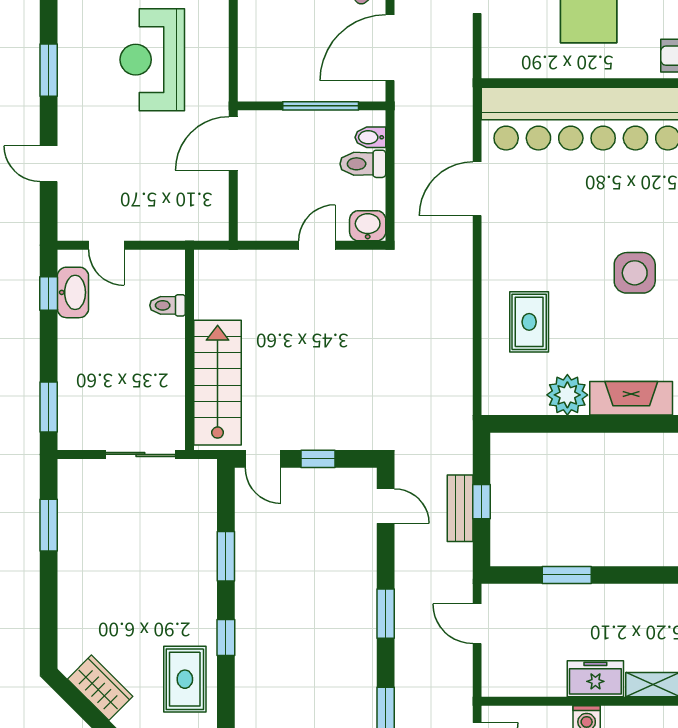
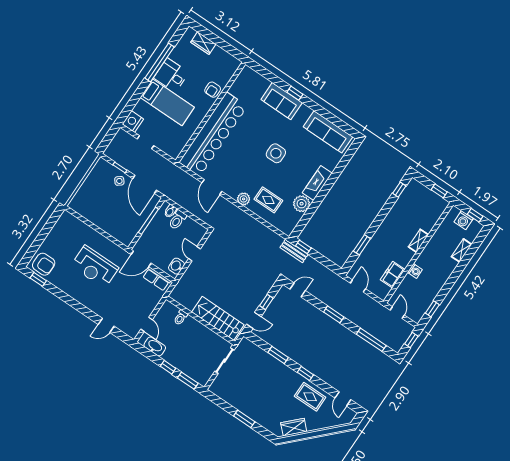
window: (49, 70) -> (75, 304), removed
door: (233, 143) -> (141, 259), hinge flipped
row of seats: (213, 203) -> (157, 279), added
washbasin: (368, 226) -> (176, 266), moved
door: (106, 245) -> (147, 324), hinge flipped
plant: (497, 270) -> (244, 199), added
window: (49, 293) -> (168, 367), moved
window: (481, 502) -> (303, 247), moved
bench: (460, 508) -> (294, 251), moved
window: (49, 525) -> (244, 419), moved
door: (477, 624) -> (358, 286), swing flipped
freezer: (595, 679) -> (393, 275), moved

